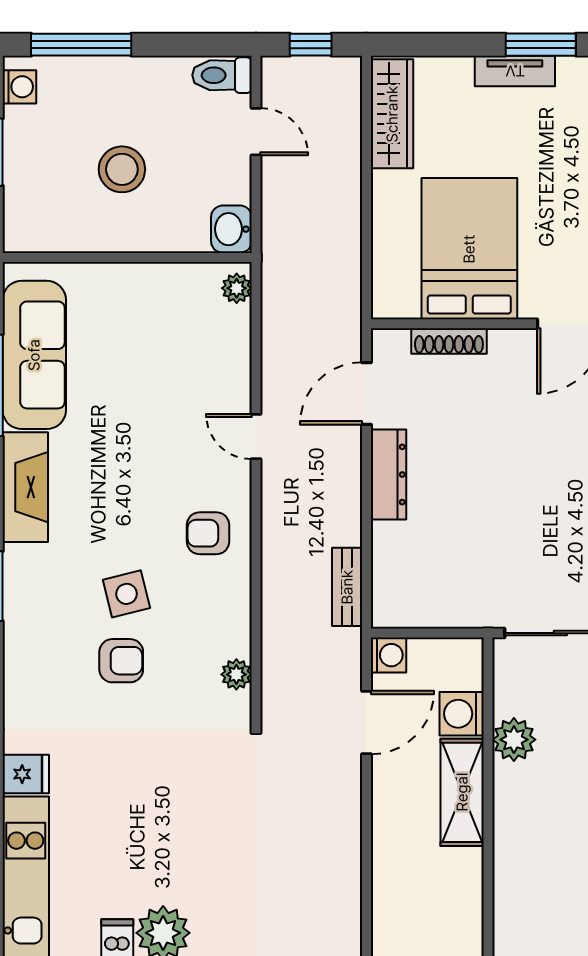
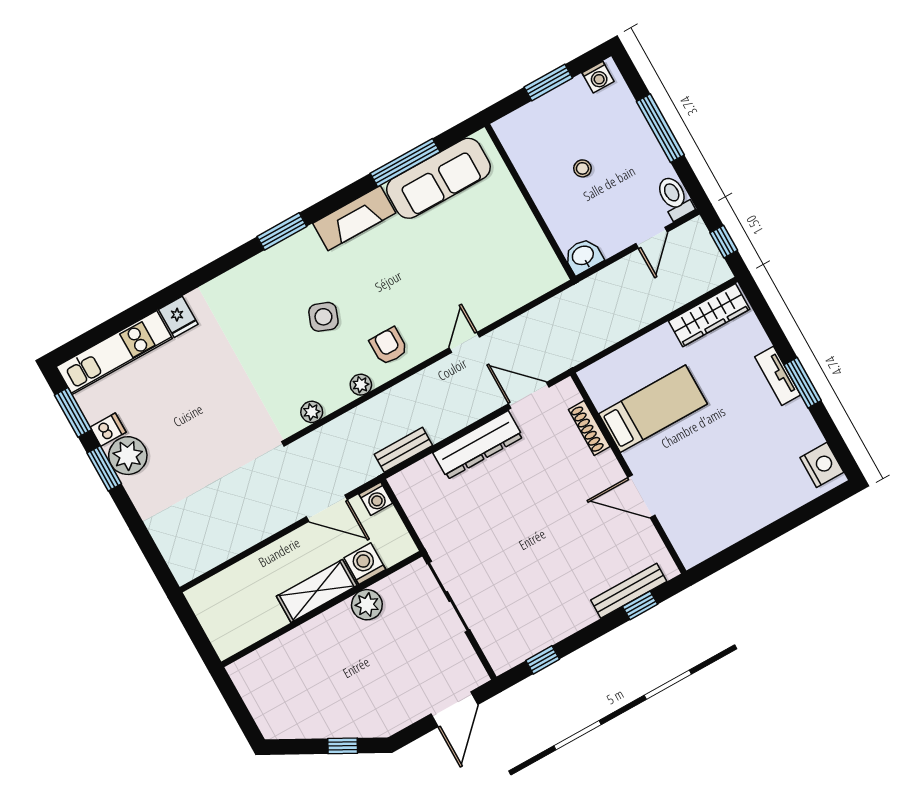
window: (81, 45) -> (660, 128), moved
stool: (122, 169) -> (582, 168), width x0.53, depth x0.53
bed: (469, 249) -> (653, 409), width x0.67
plant: (237, 288) -> (361, 385), moved
dresser: (388, 475) -> (478, 445), width x1.37, depth x1.24
side table: (126, 594) -> (323, 317), turned 35
armchair: (121, 661) -> (281, 337), removed

